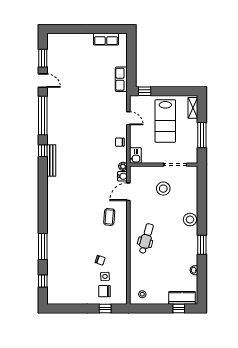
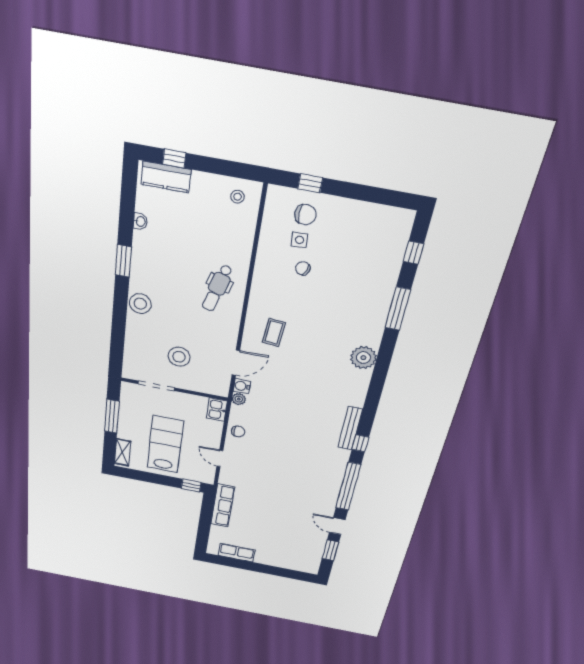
row of seats: (121, 79) -> (223, 506), width x1.48
plant: (54, 211) -> (363, 358), added

